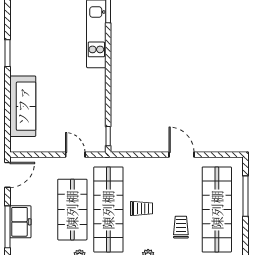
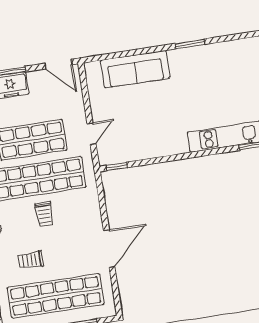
door: (182, 155) -> (109, 249), width x1.36
trolley: (181, 227) -> (31, 260), turned 180

